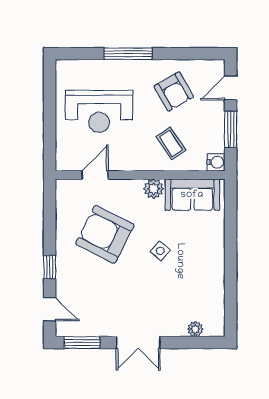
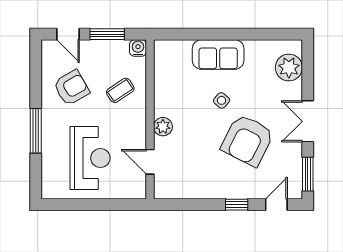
plant: (154, 189) -> (163, 127), moved
sofa: (192, 195) -> (218, 54), moved, turned 90
armchair: (105, 234) -> (247, 140), moved
plant: (195, 329) -> (289, 68), width x1.87, depth x1.87
double door: (138, 342) -> (308, 121), swing flipped

